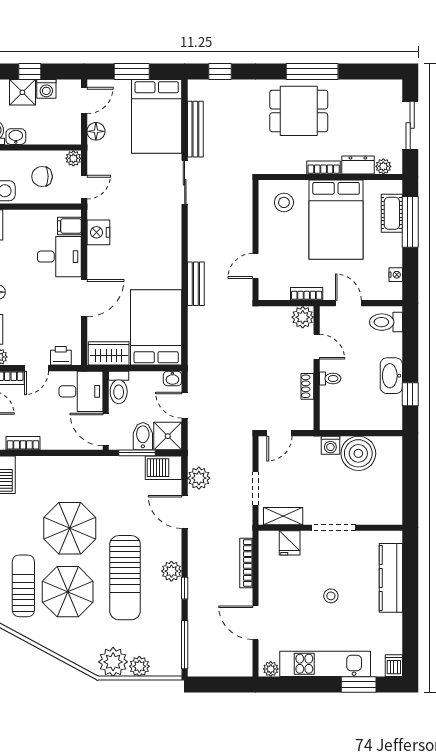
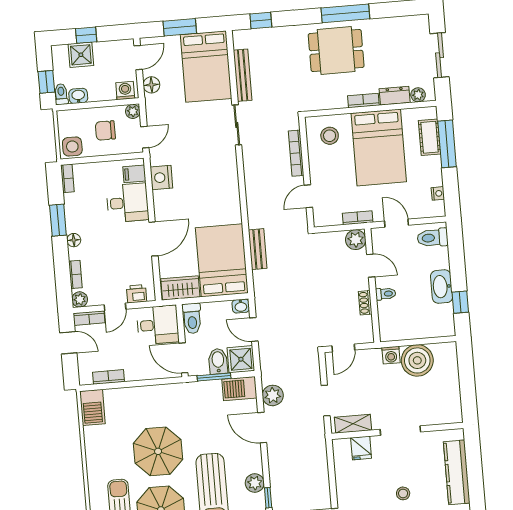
washing machine: (46, 89) -> (125, 91), moved, turned 180
bench: (196, 284) -> (258, 249), moved
bookcase: (246, 563) -> (296, 153), moved

